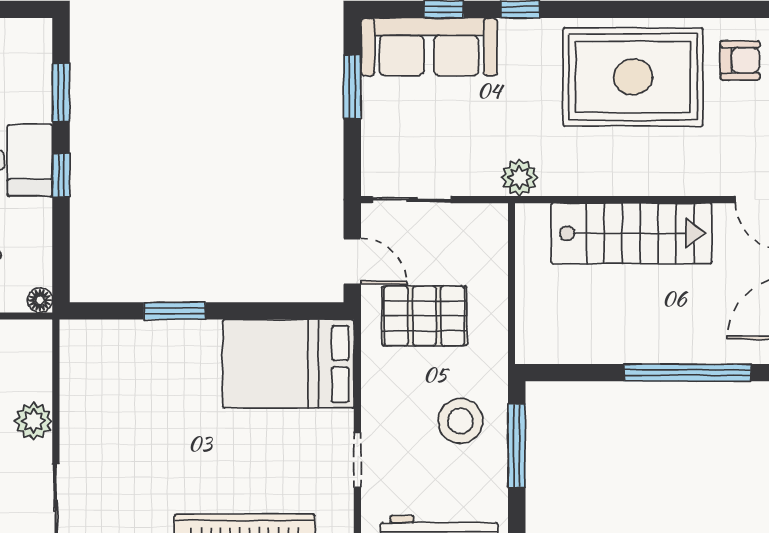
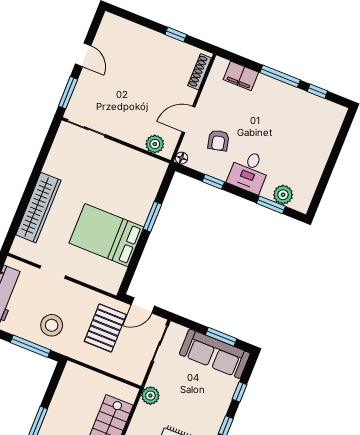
sofa: (429, 47) -> (215, 354), moved, turned -90
plant: (32, 77) -> (283, 195), added
window: (61, 175) -> (213, 182), moved
bed: (288, 364) -> (106, 235), moved, turned -90
plant: (34, 421) -> (155, 144), moved

